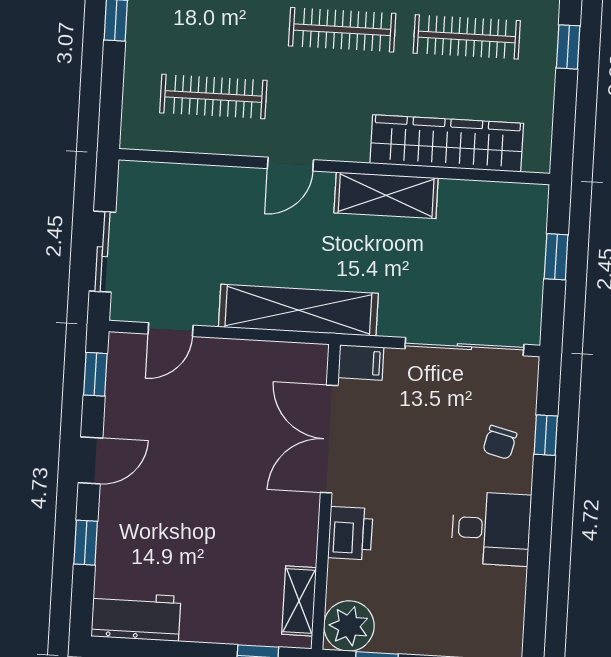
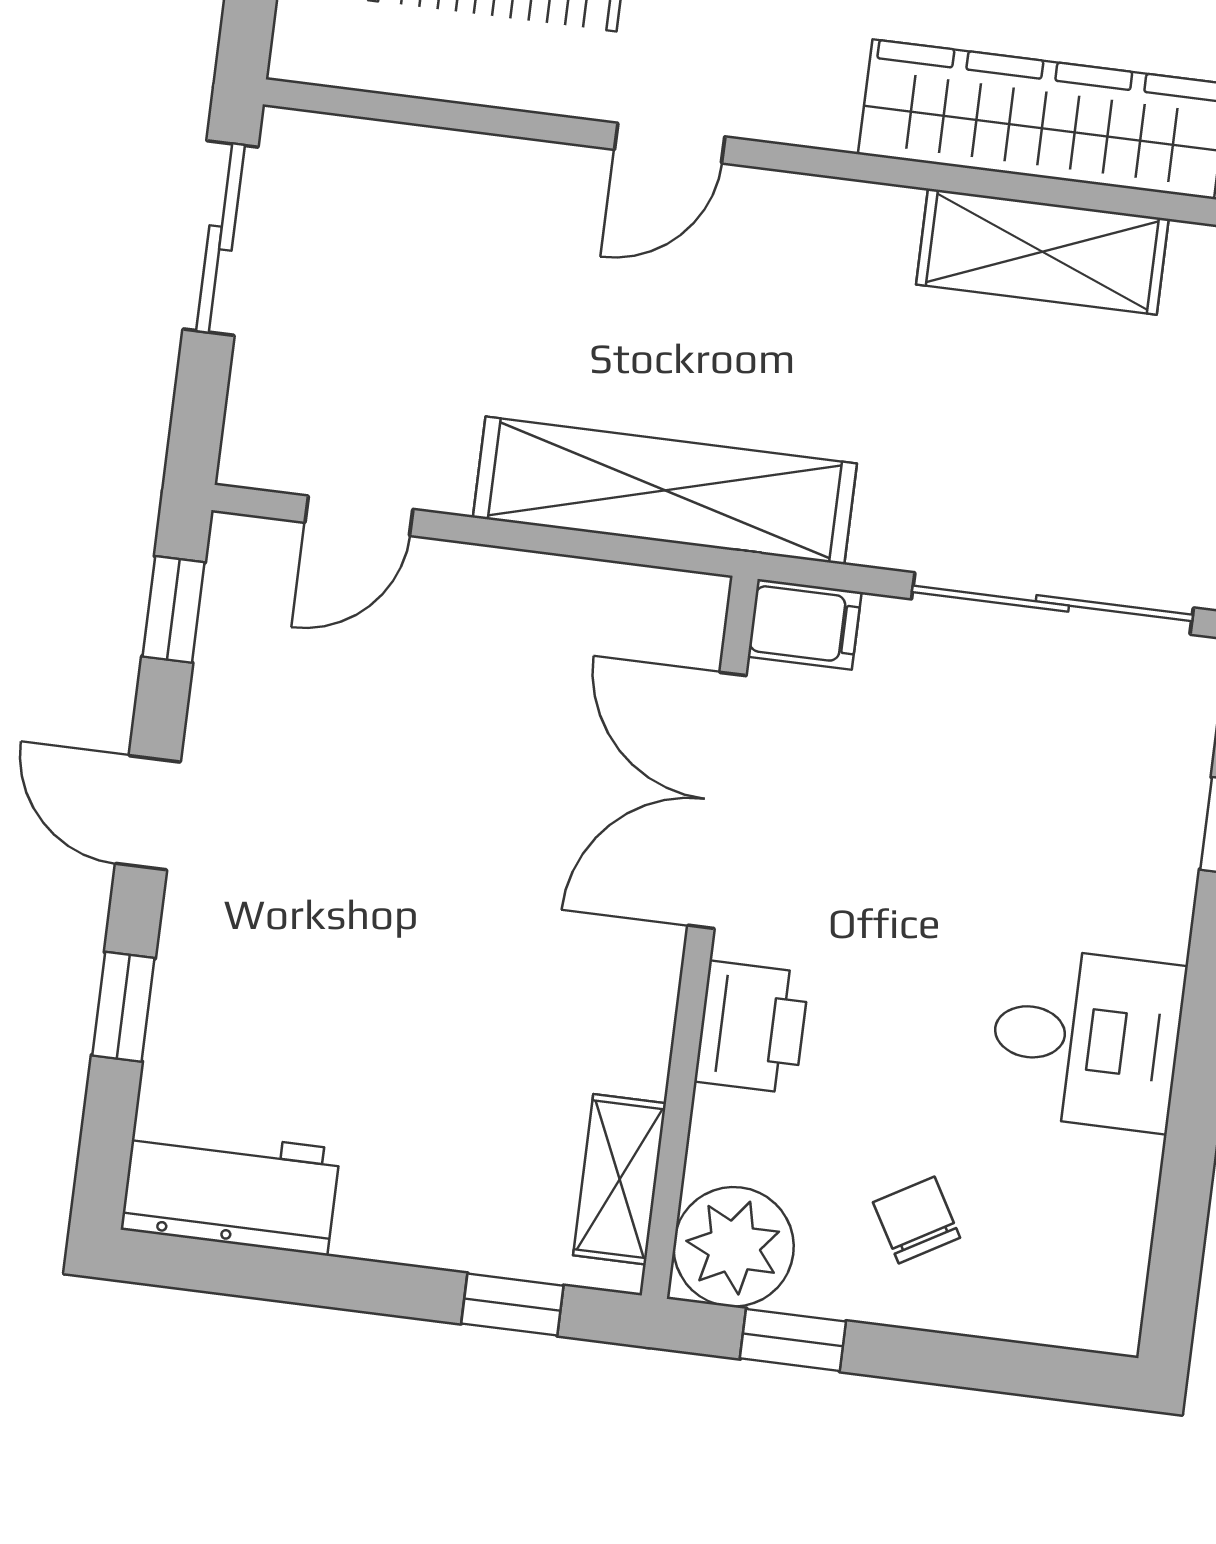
shelving: (386, 195) -> (1042, 252), moved
sliding door: (102, 252) -> (220, 238), moved
chair: (500, 442) -> (917, 1220), moved, turned 136
door: (90, 460) -> (148, 813), swing flipped

